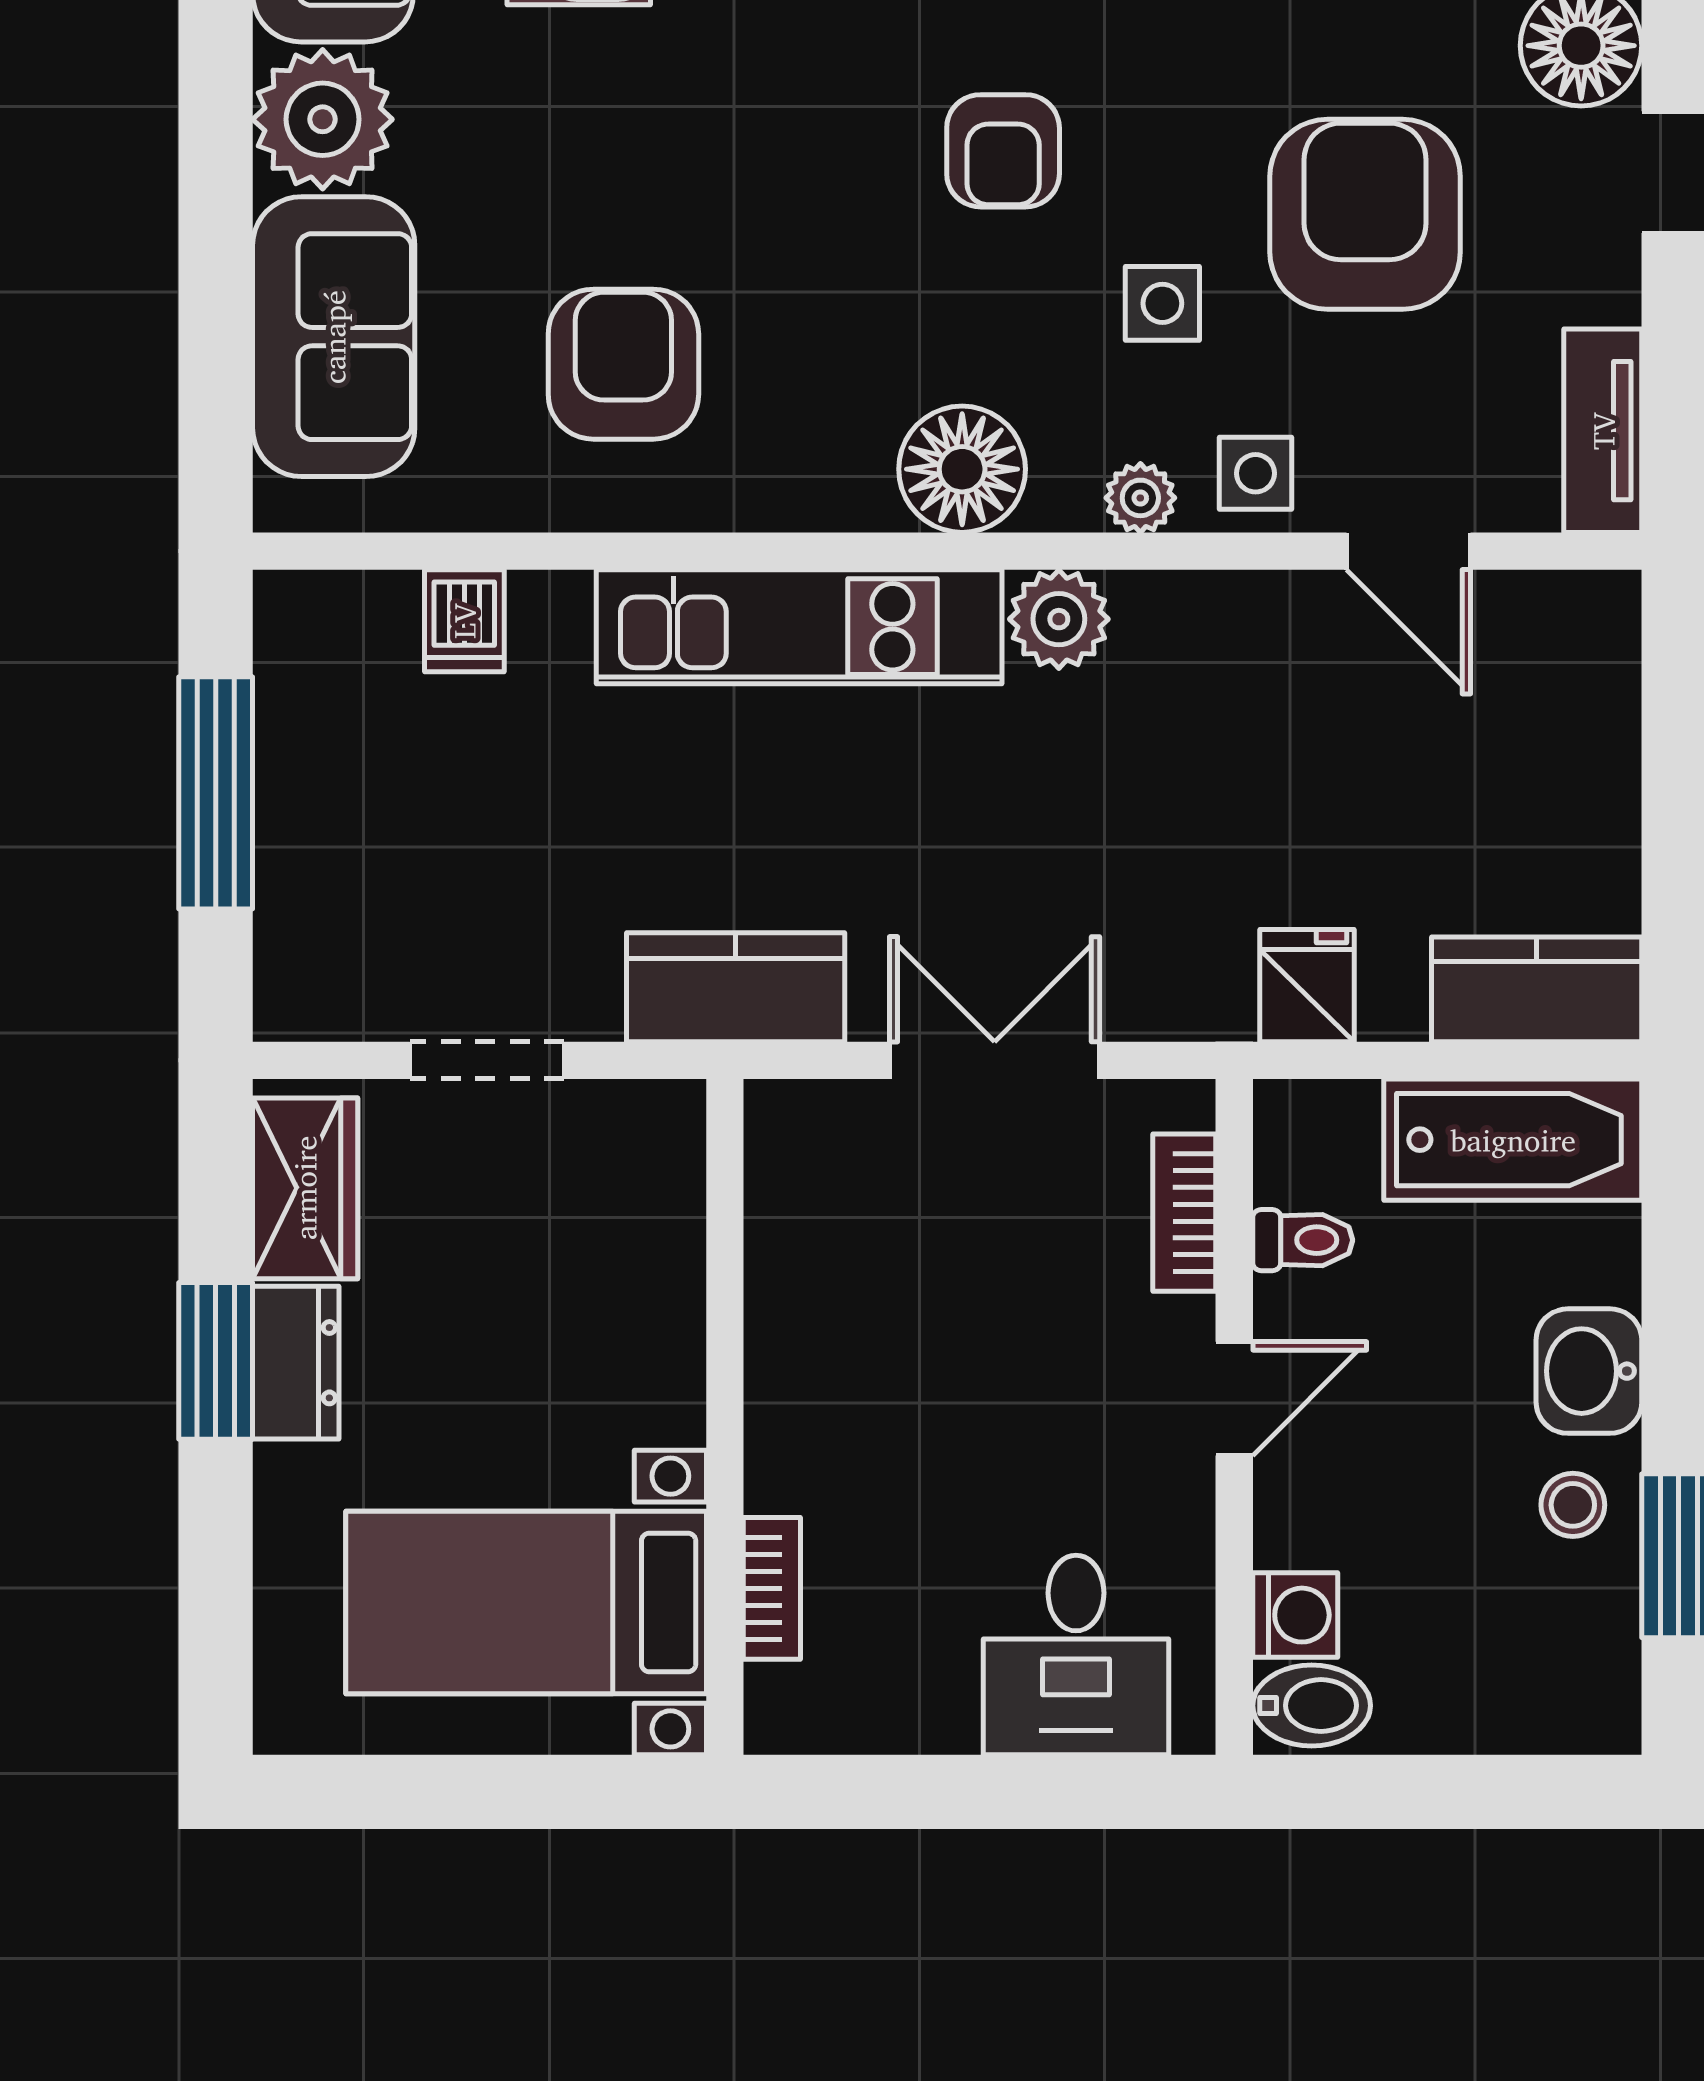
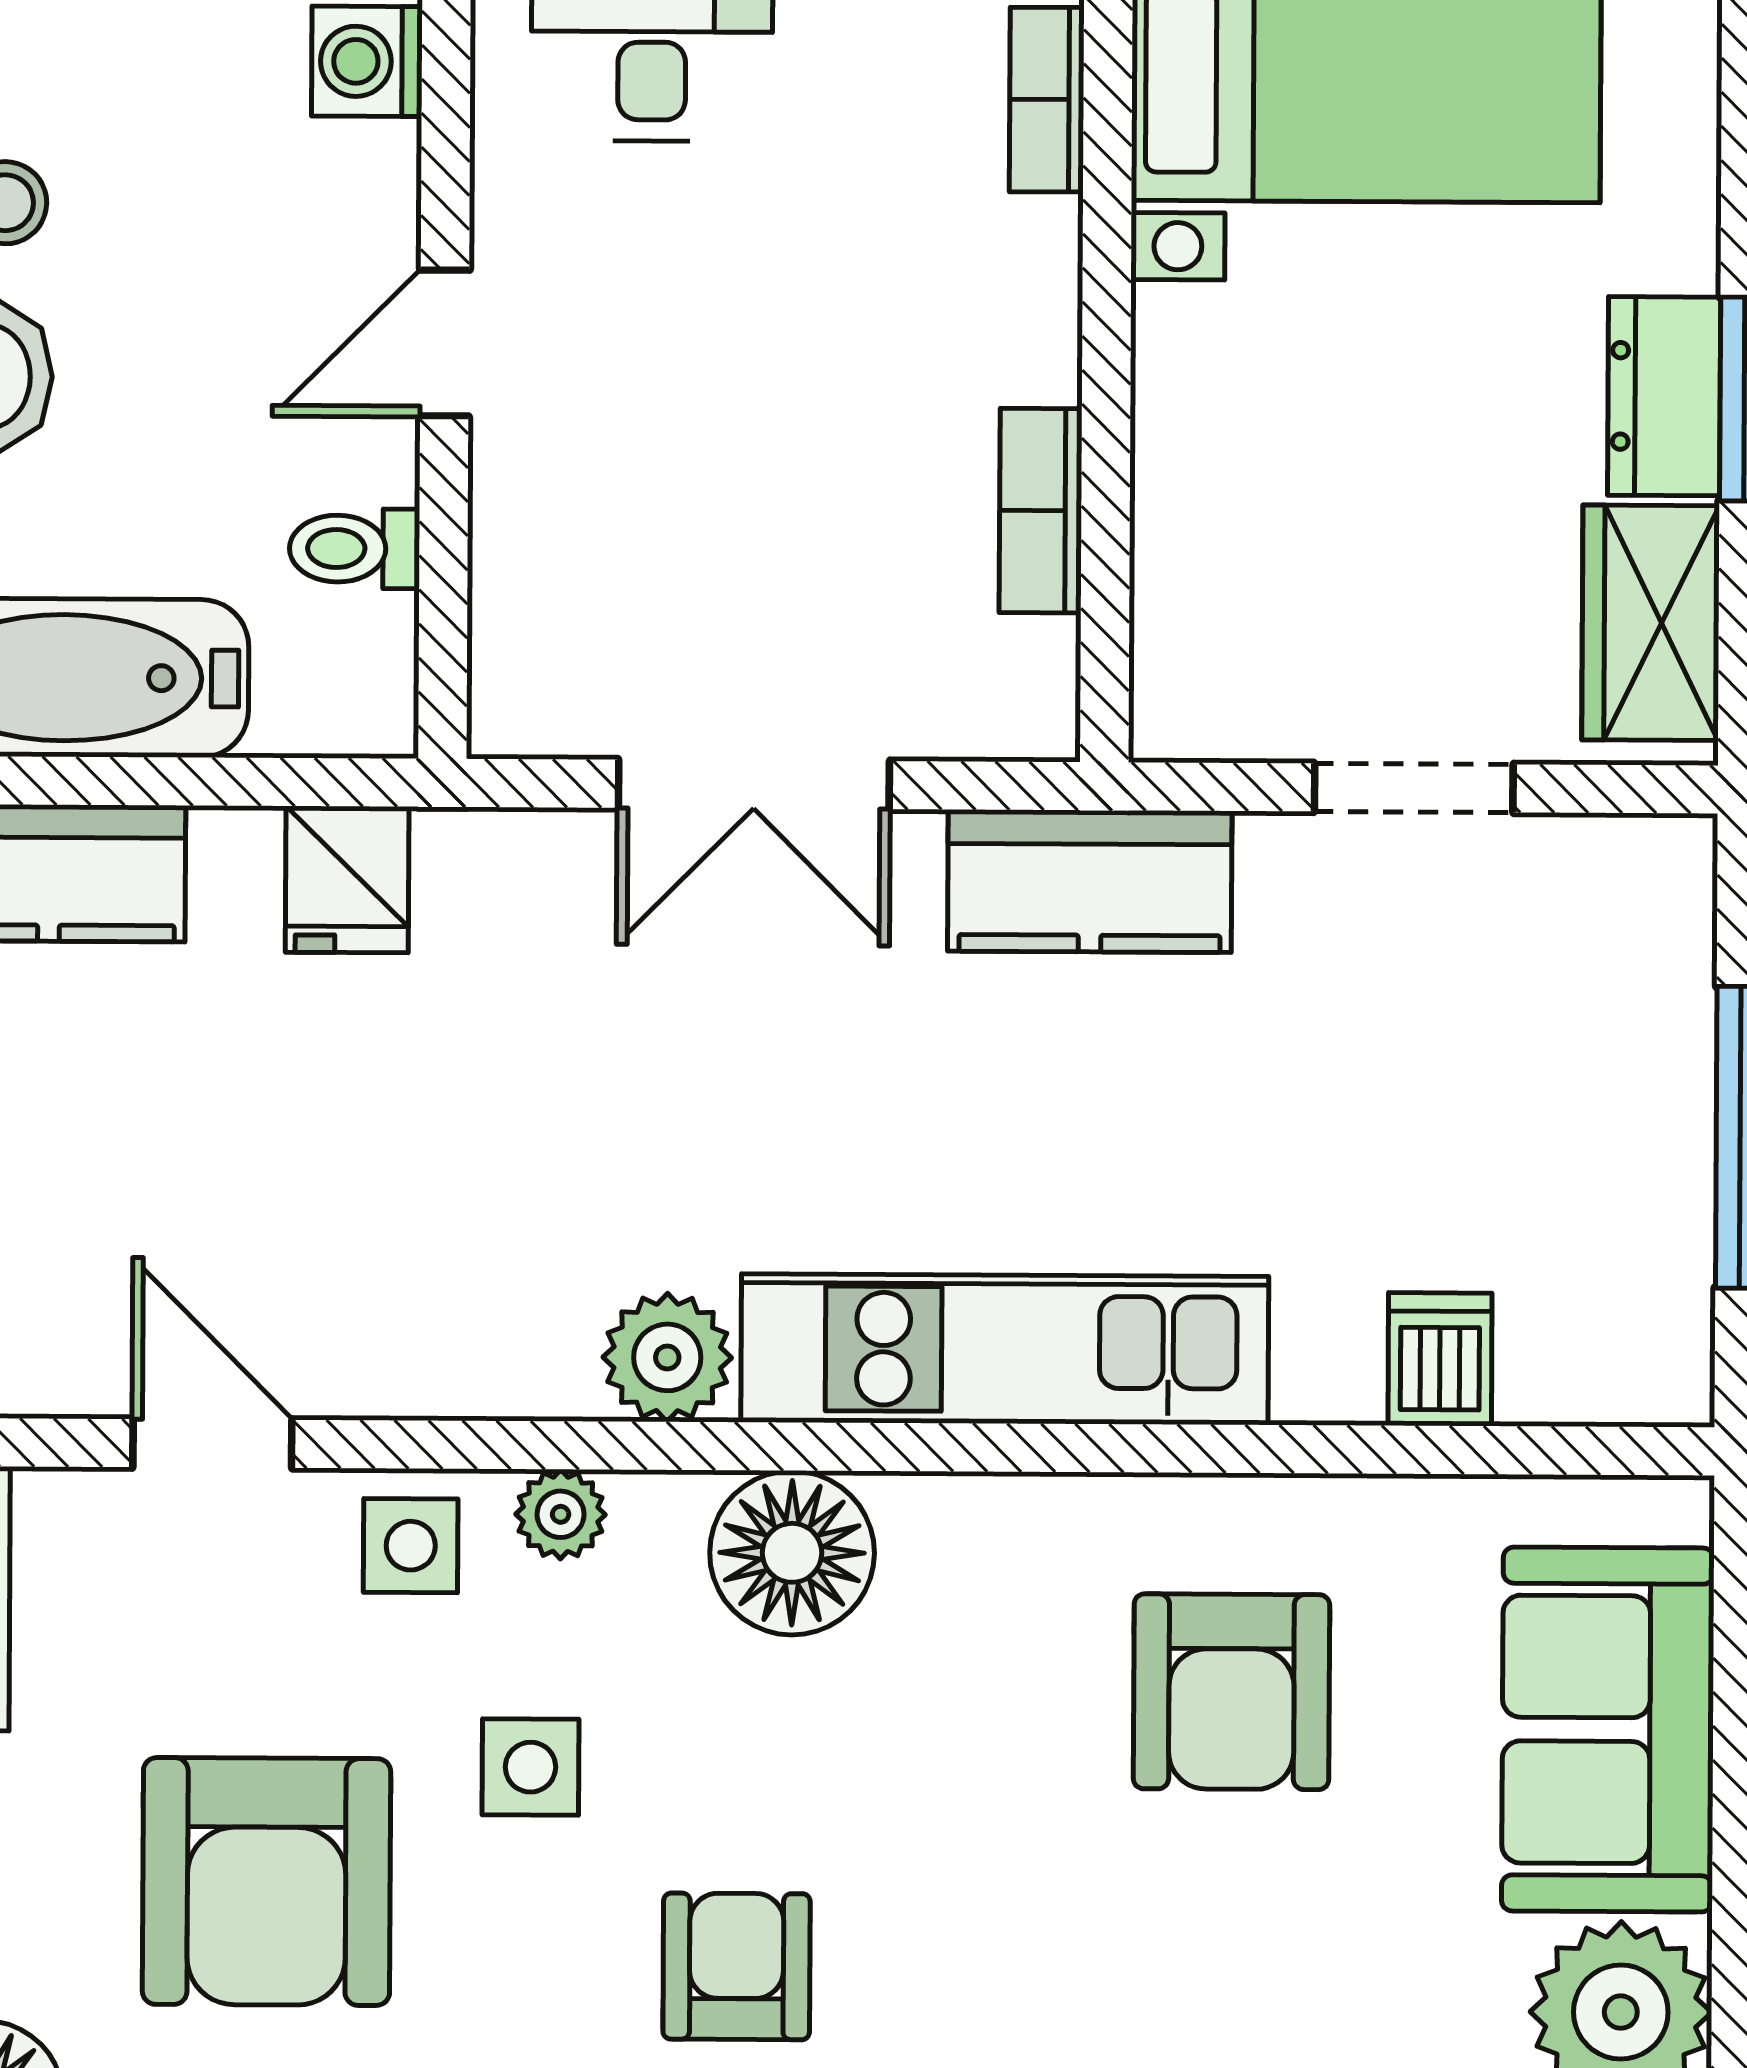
bookcase: (1184, 1213) -> (1041, 511), moved, turned 180

